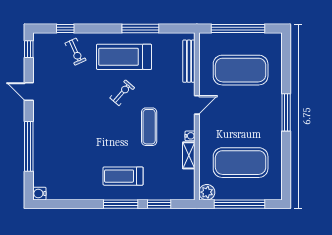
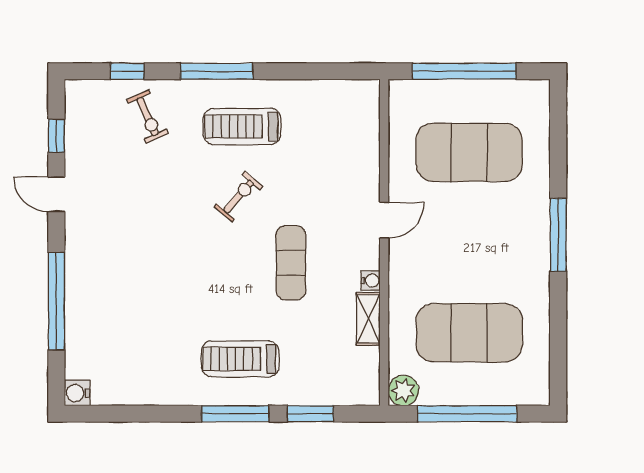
window: (140, 28) -> (217, 71), moved
window: (29, 49) -> (56, 136), moved
treadmill: (124, 57) -> (242, 126), width x0.73, depth x0.73
bench: (189, 61) -> (369, 135), removed

